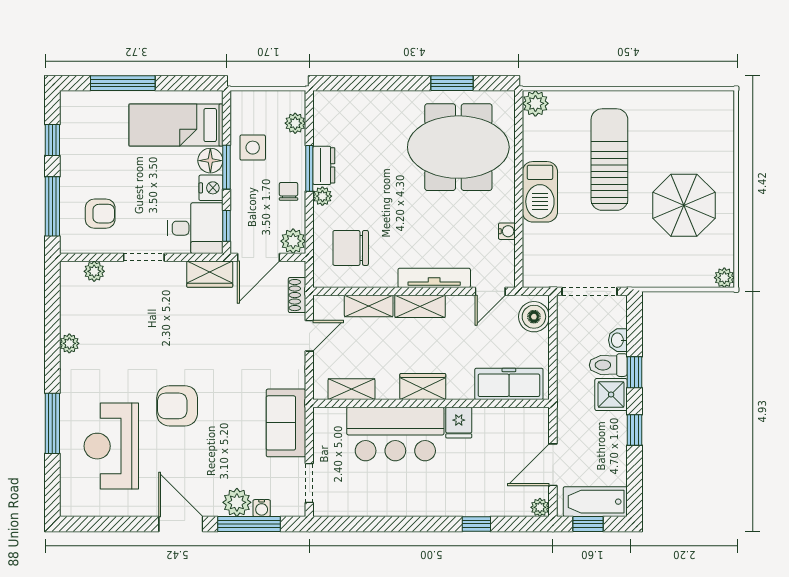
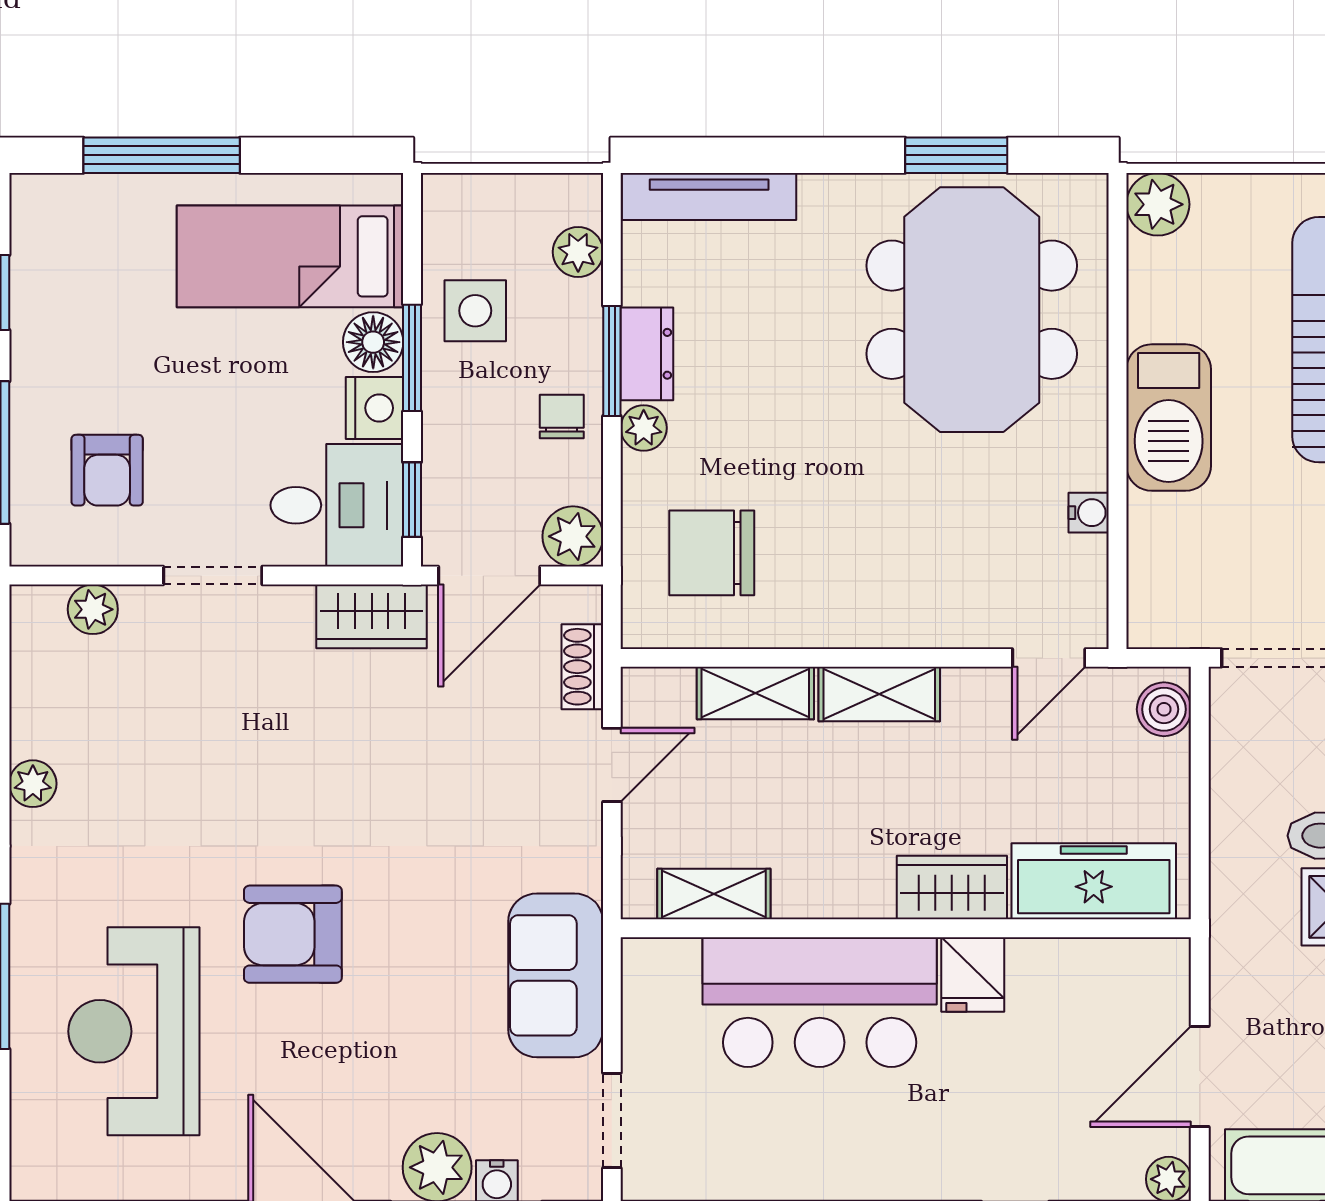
meeting table: (458, 147) -> (972, 310), turned 90
armchair: (100, 214) -> (107, 470), turned 90
tv unit: (434, 278) -> (709, 196), moved, turned 180
boiler: (534, 317) -> (1164, 709), width x0.73, depth x0.73
wardrobe: (423, 387) -> (952, 888), moved

